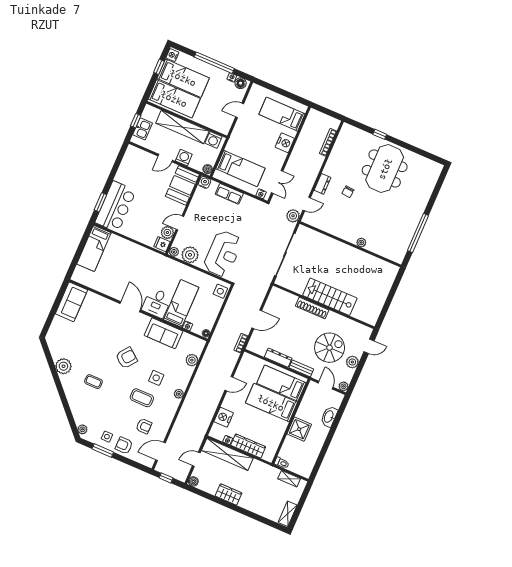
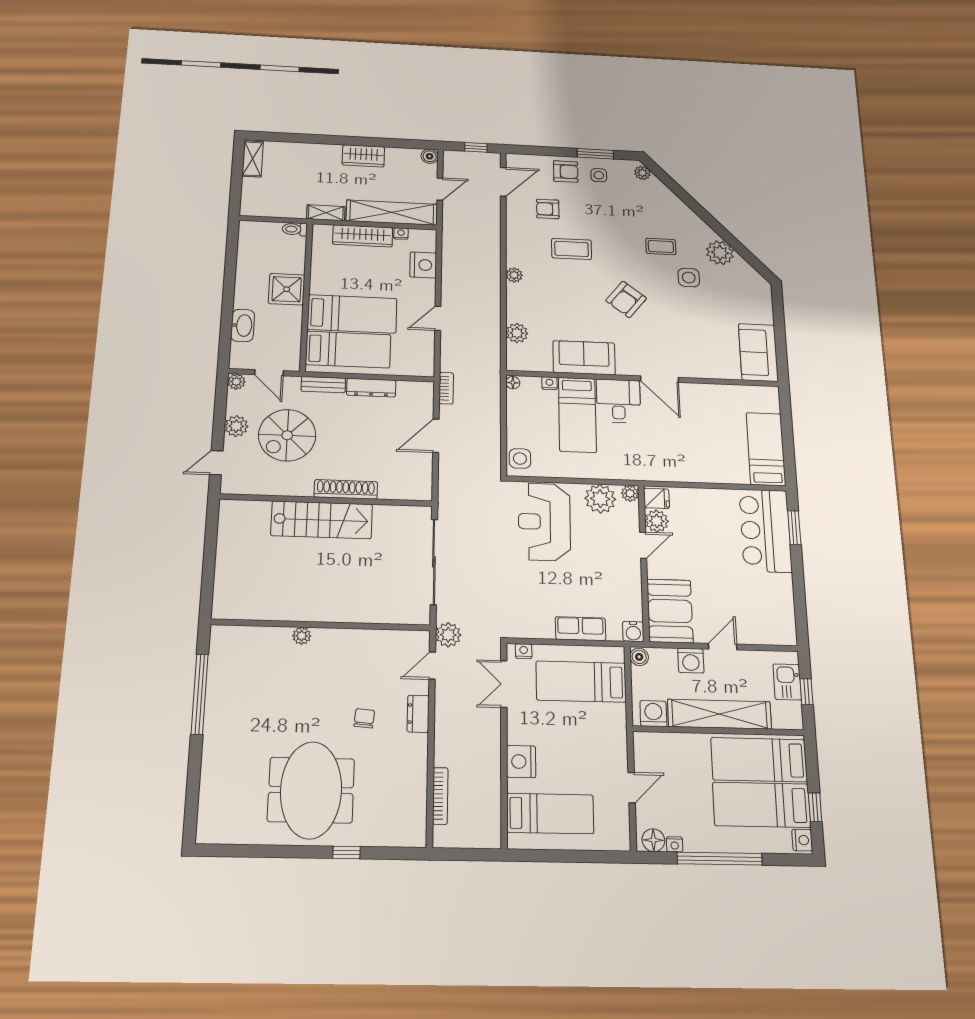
side table: (156, 378) -> (689, 278), moved
shelving: (289, 479) -> (326, 213), moved

